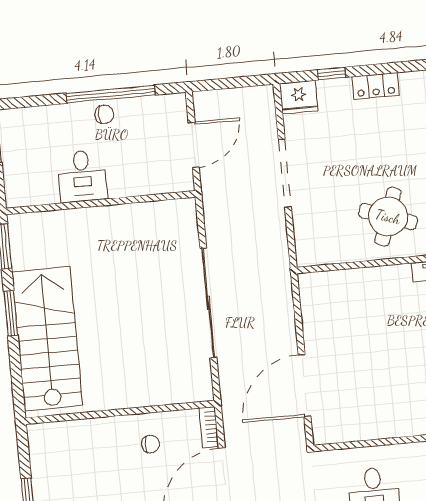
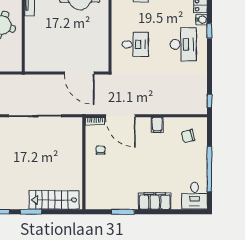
stairs: (47, 339) -> (54, 200), width x0.73, depth x0.66

